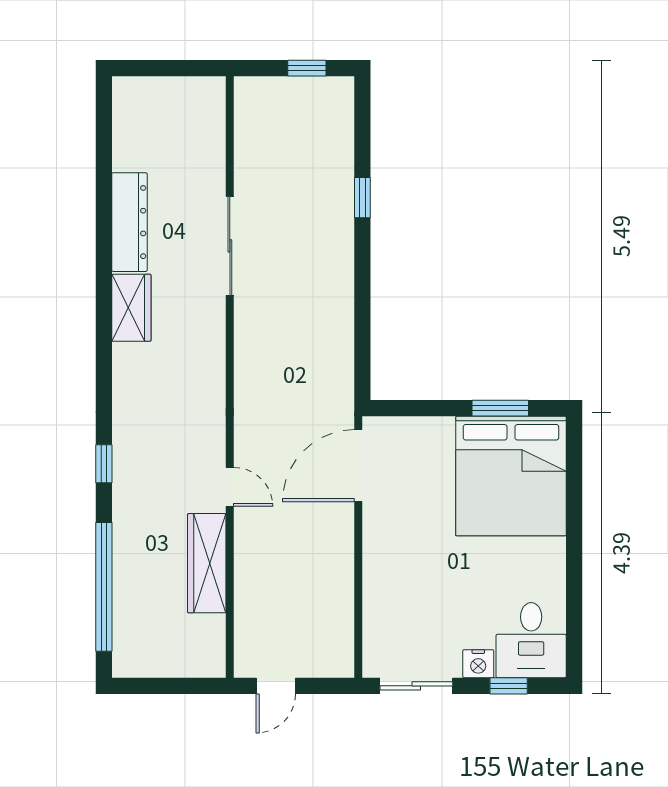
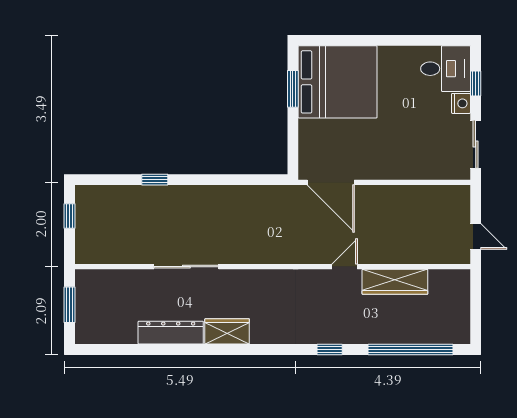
window: (172, 68) -> (69, 305), added

